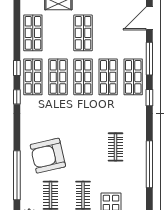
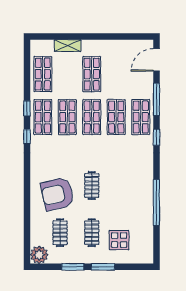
clothes rail: (116, 147) -> (92, 185), moved
window: (17, 175) -> (27, 213), removed

